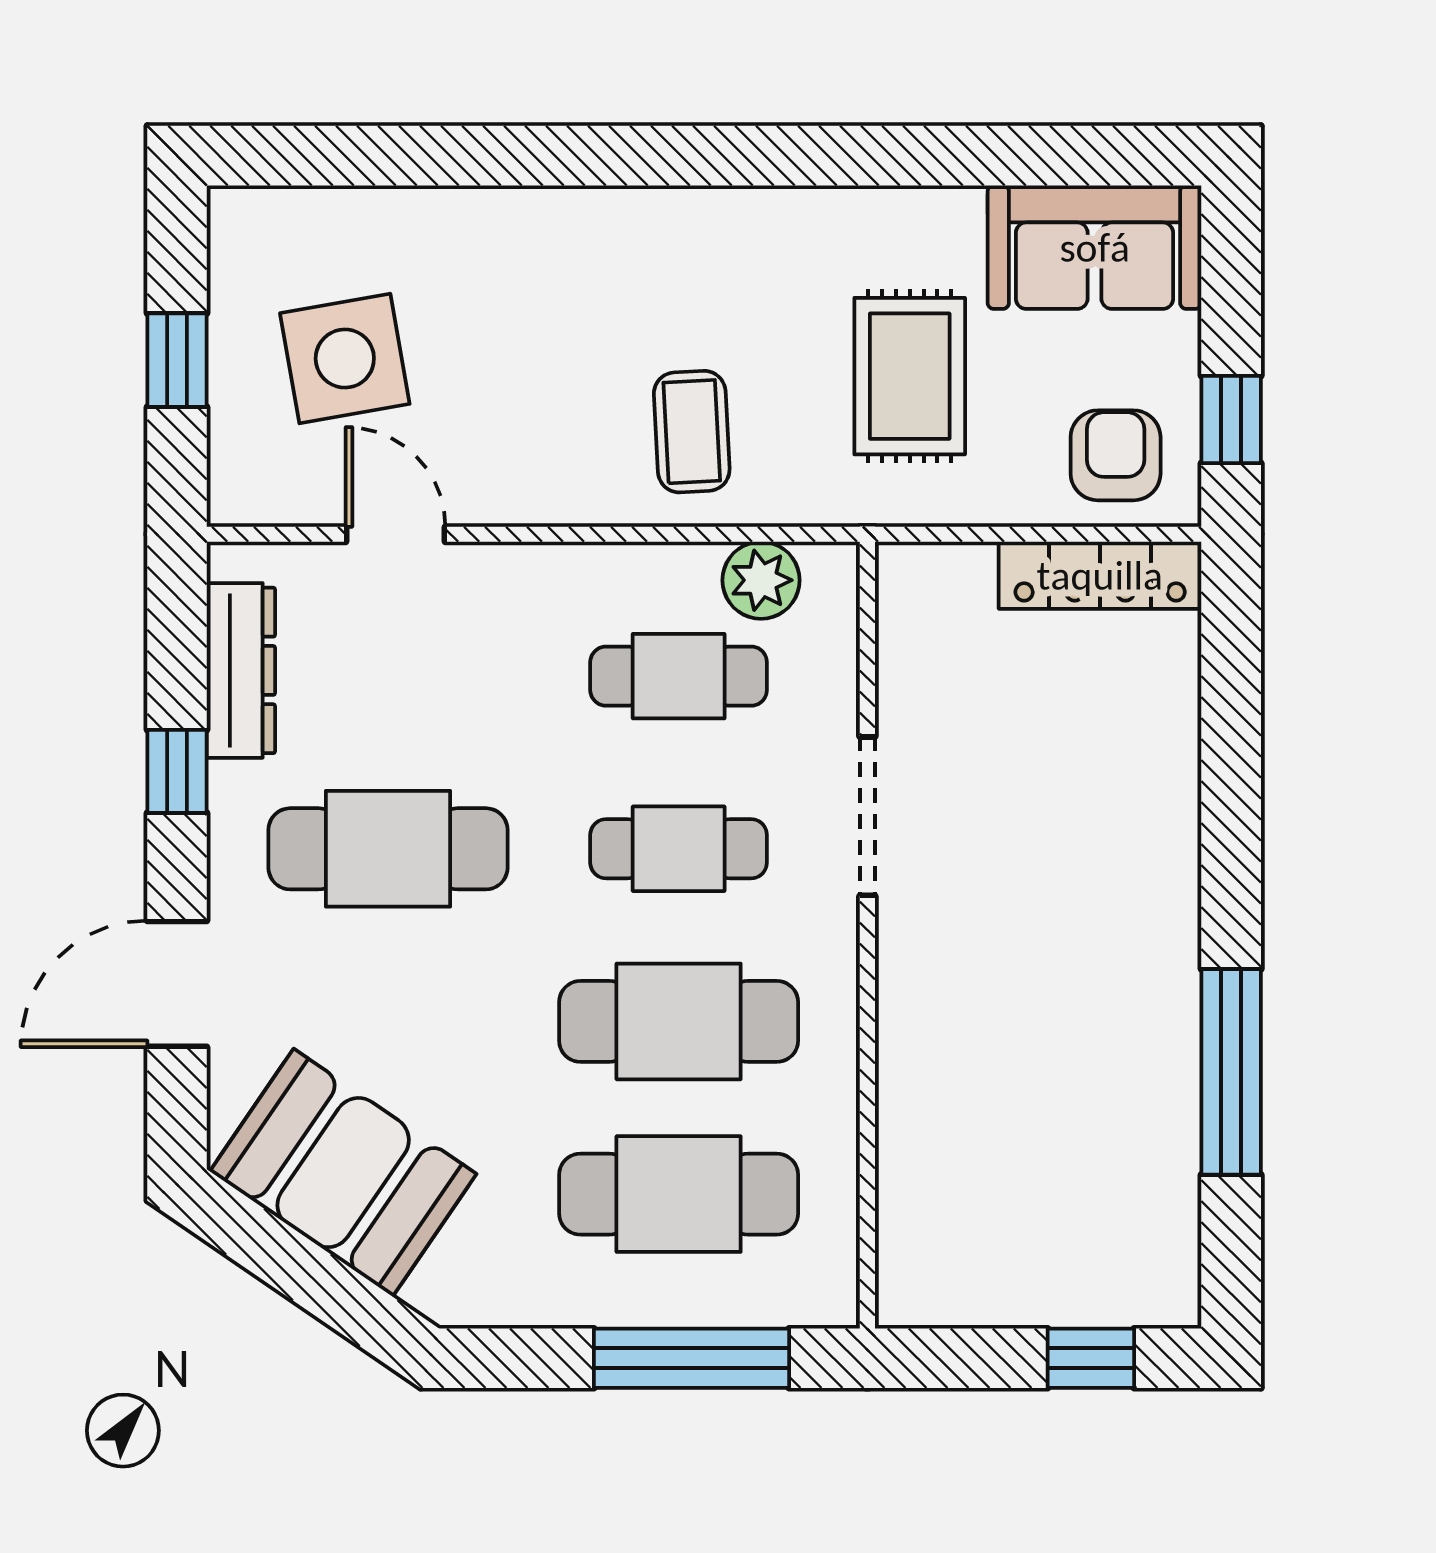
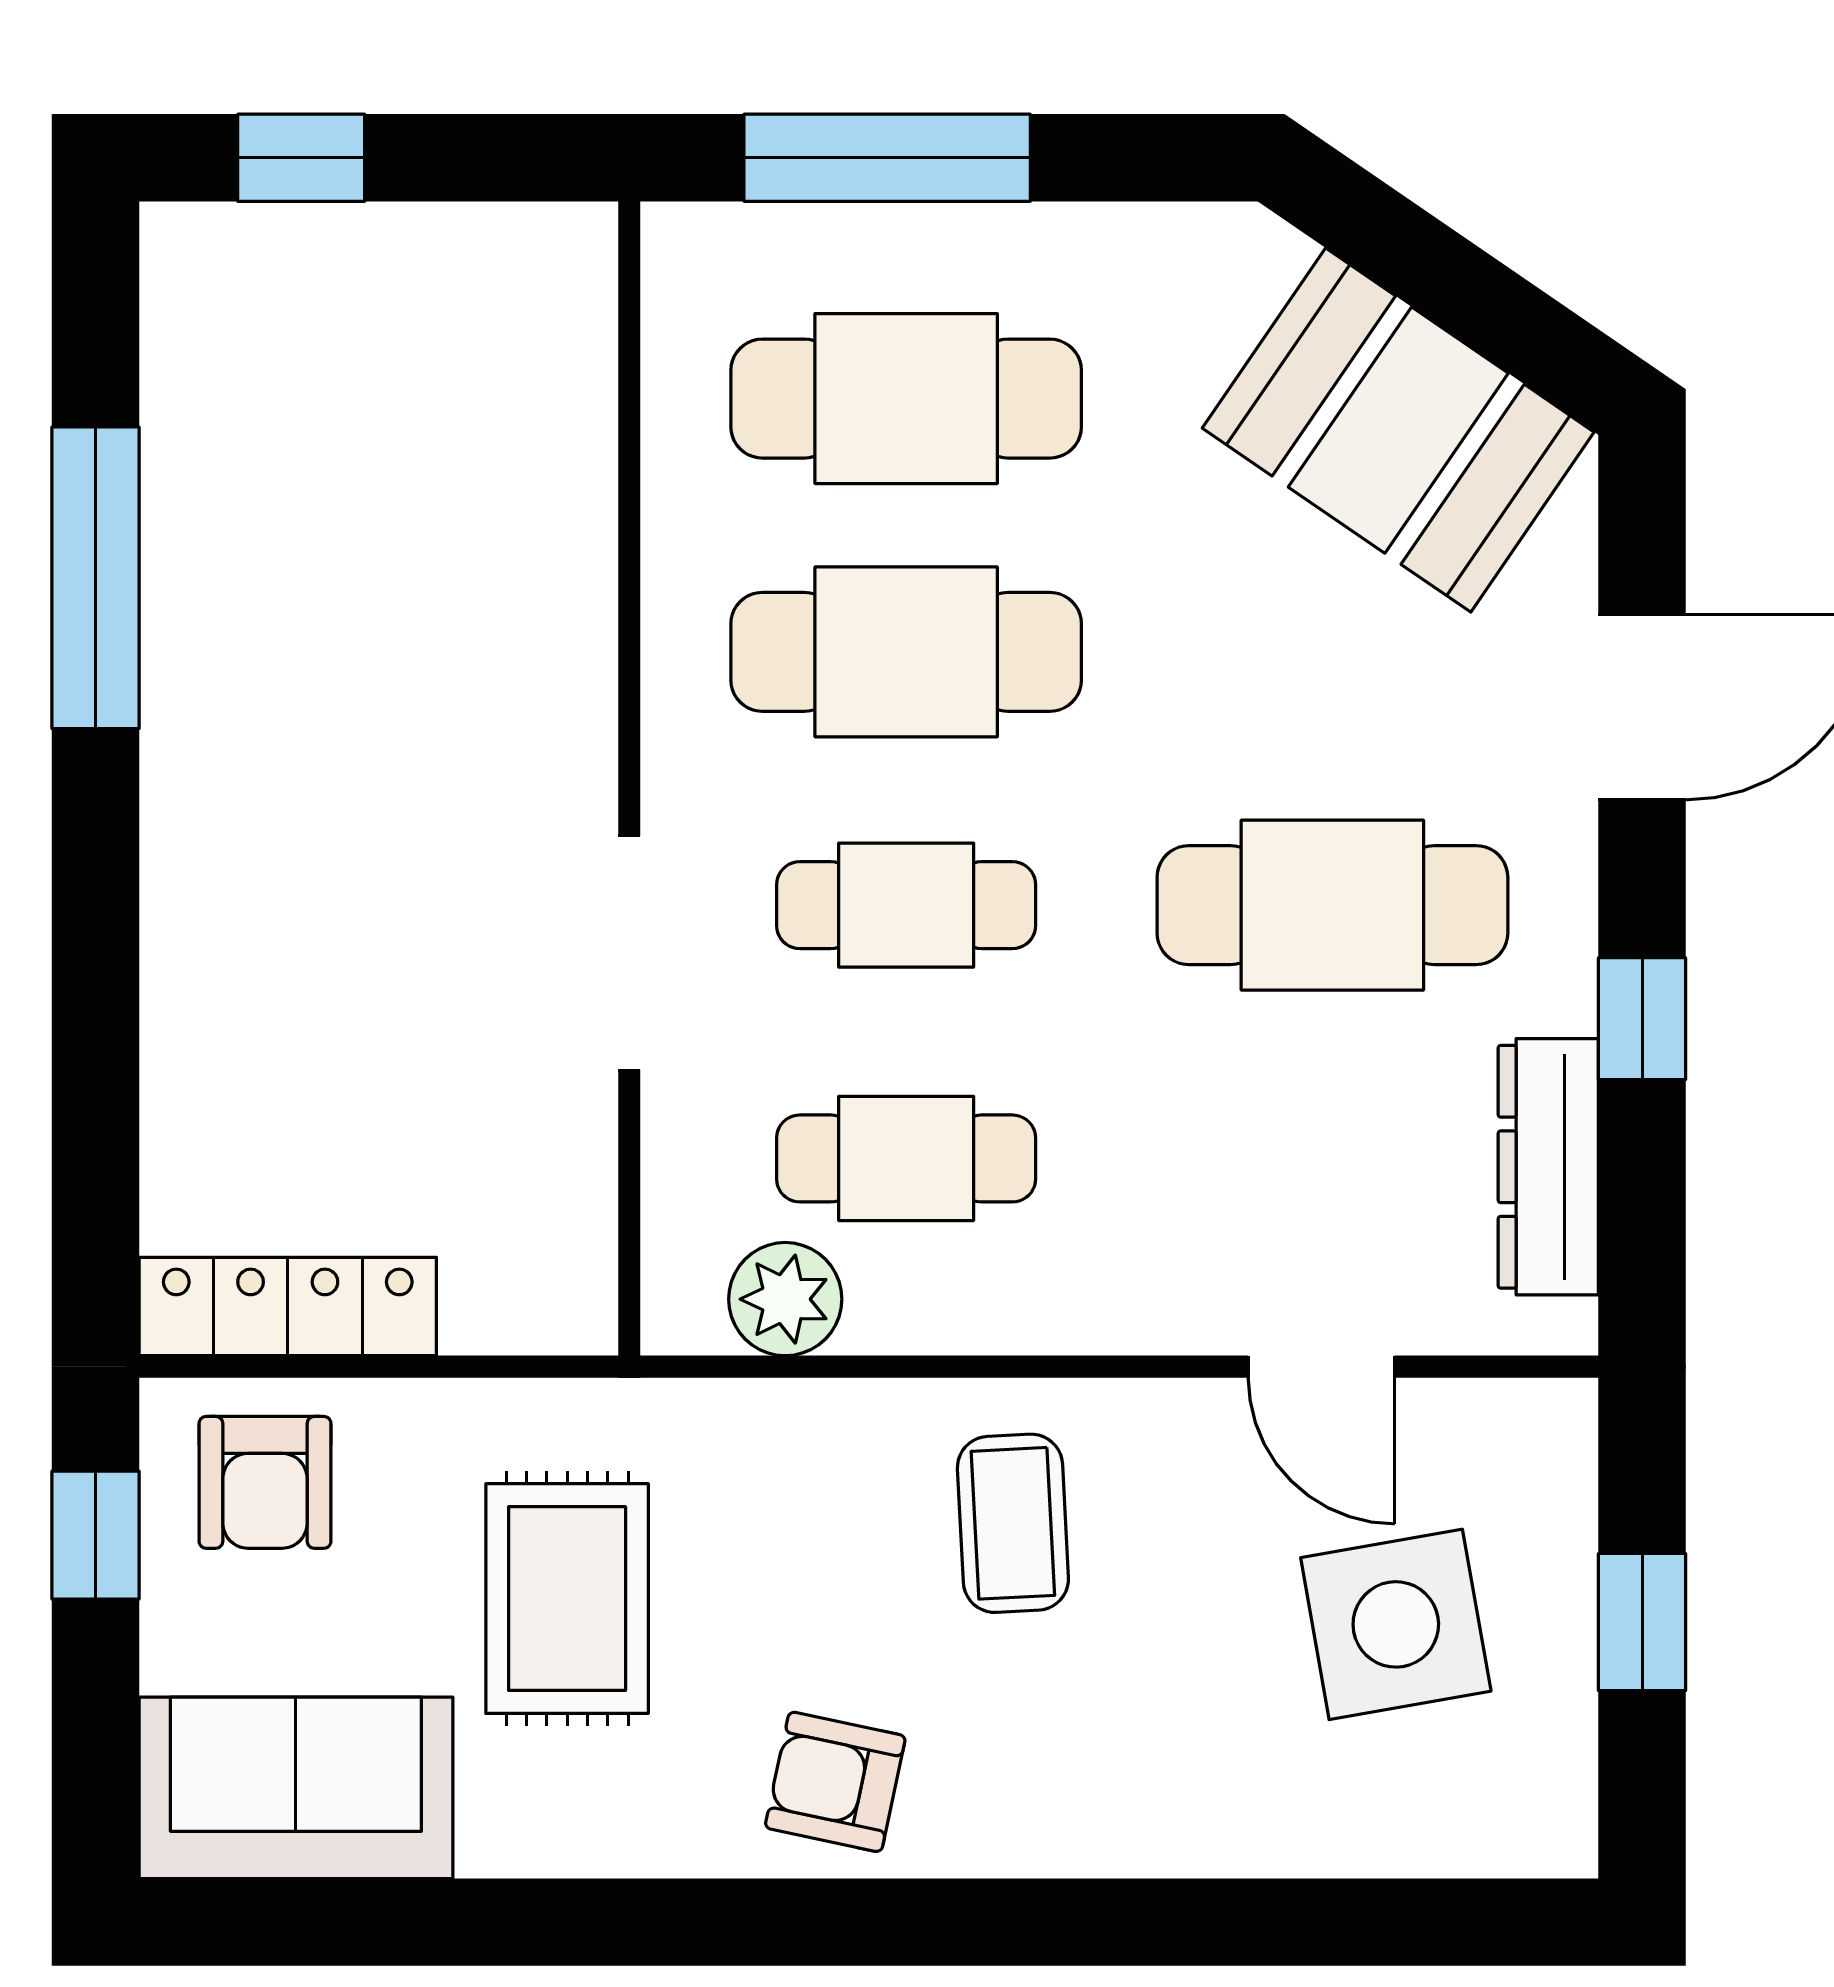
armchair: (727, 251) -> (835, 1782), added
coffee table: (692, 432) -> (1013, 1523), moved

